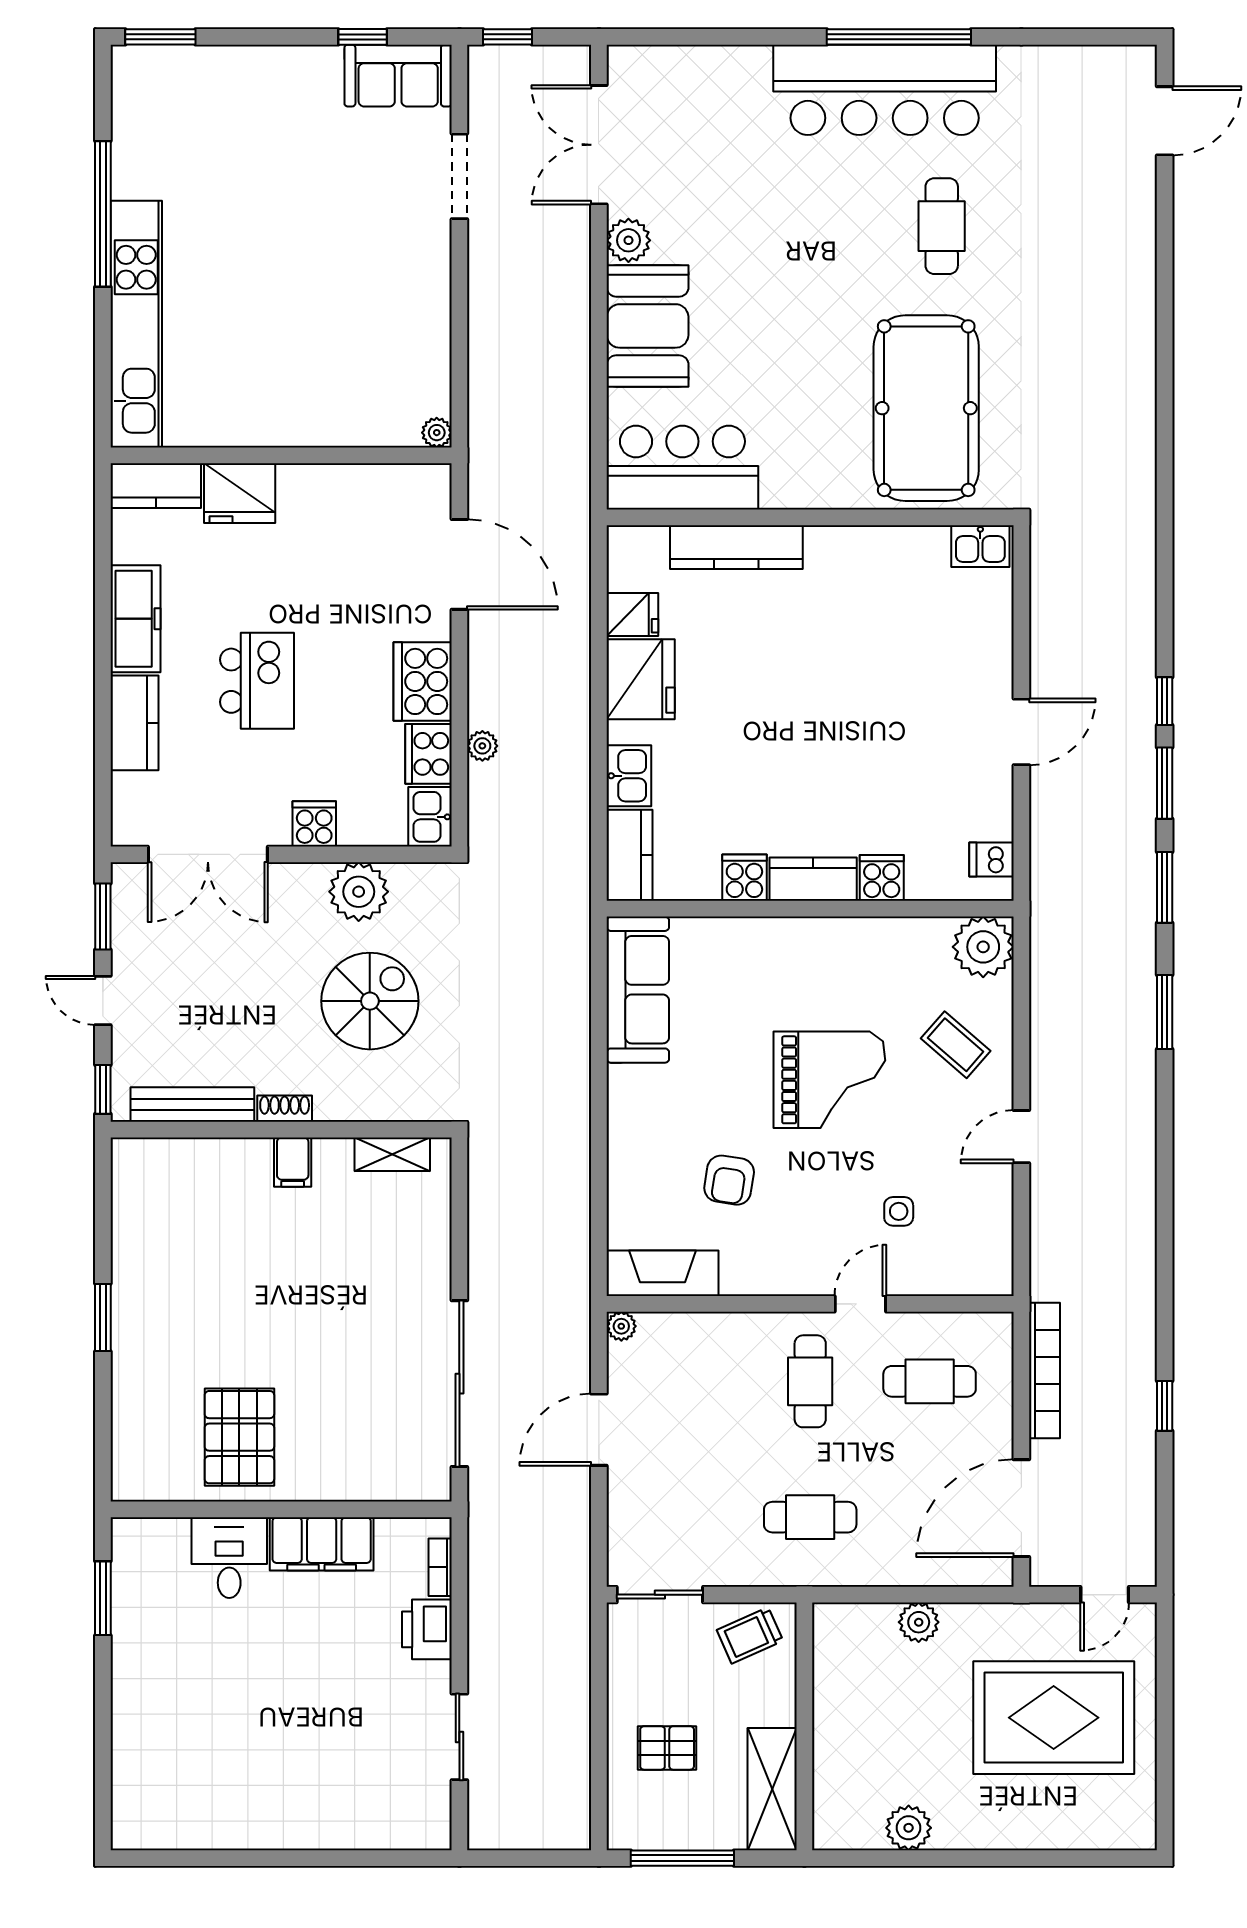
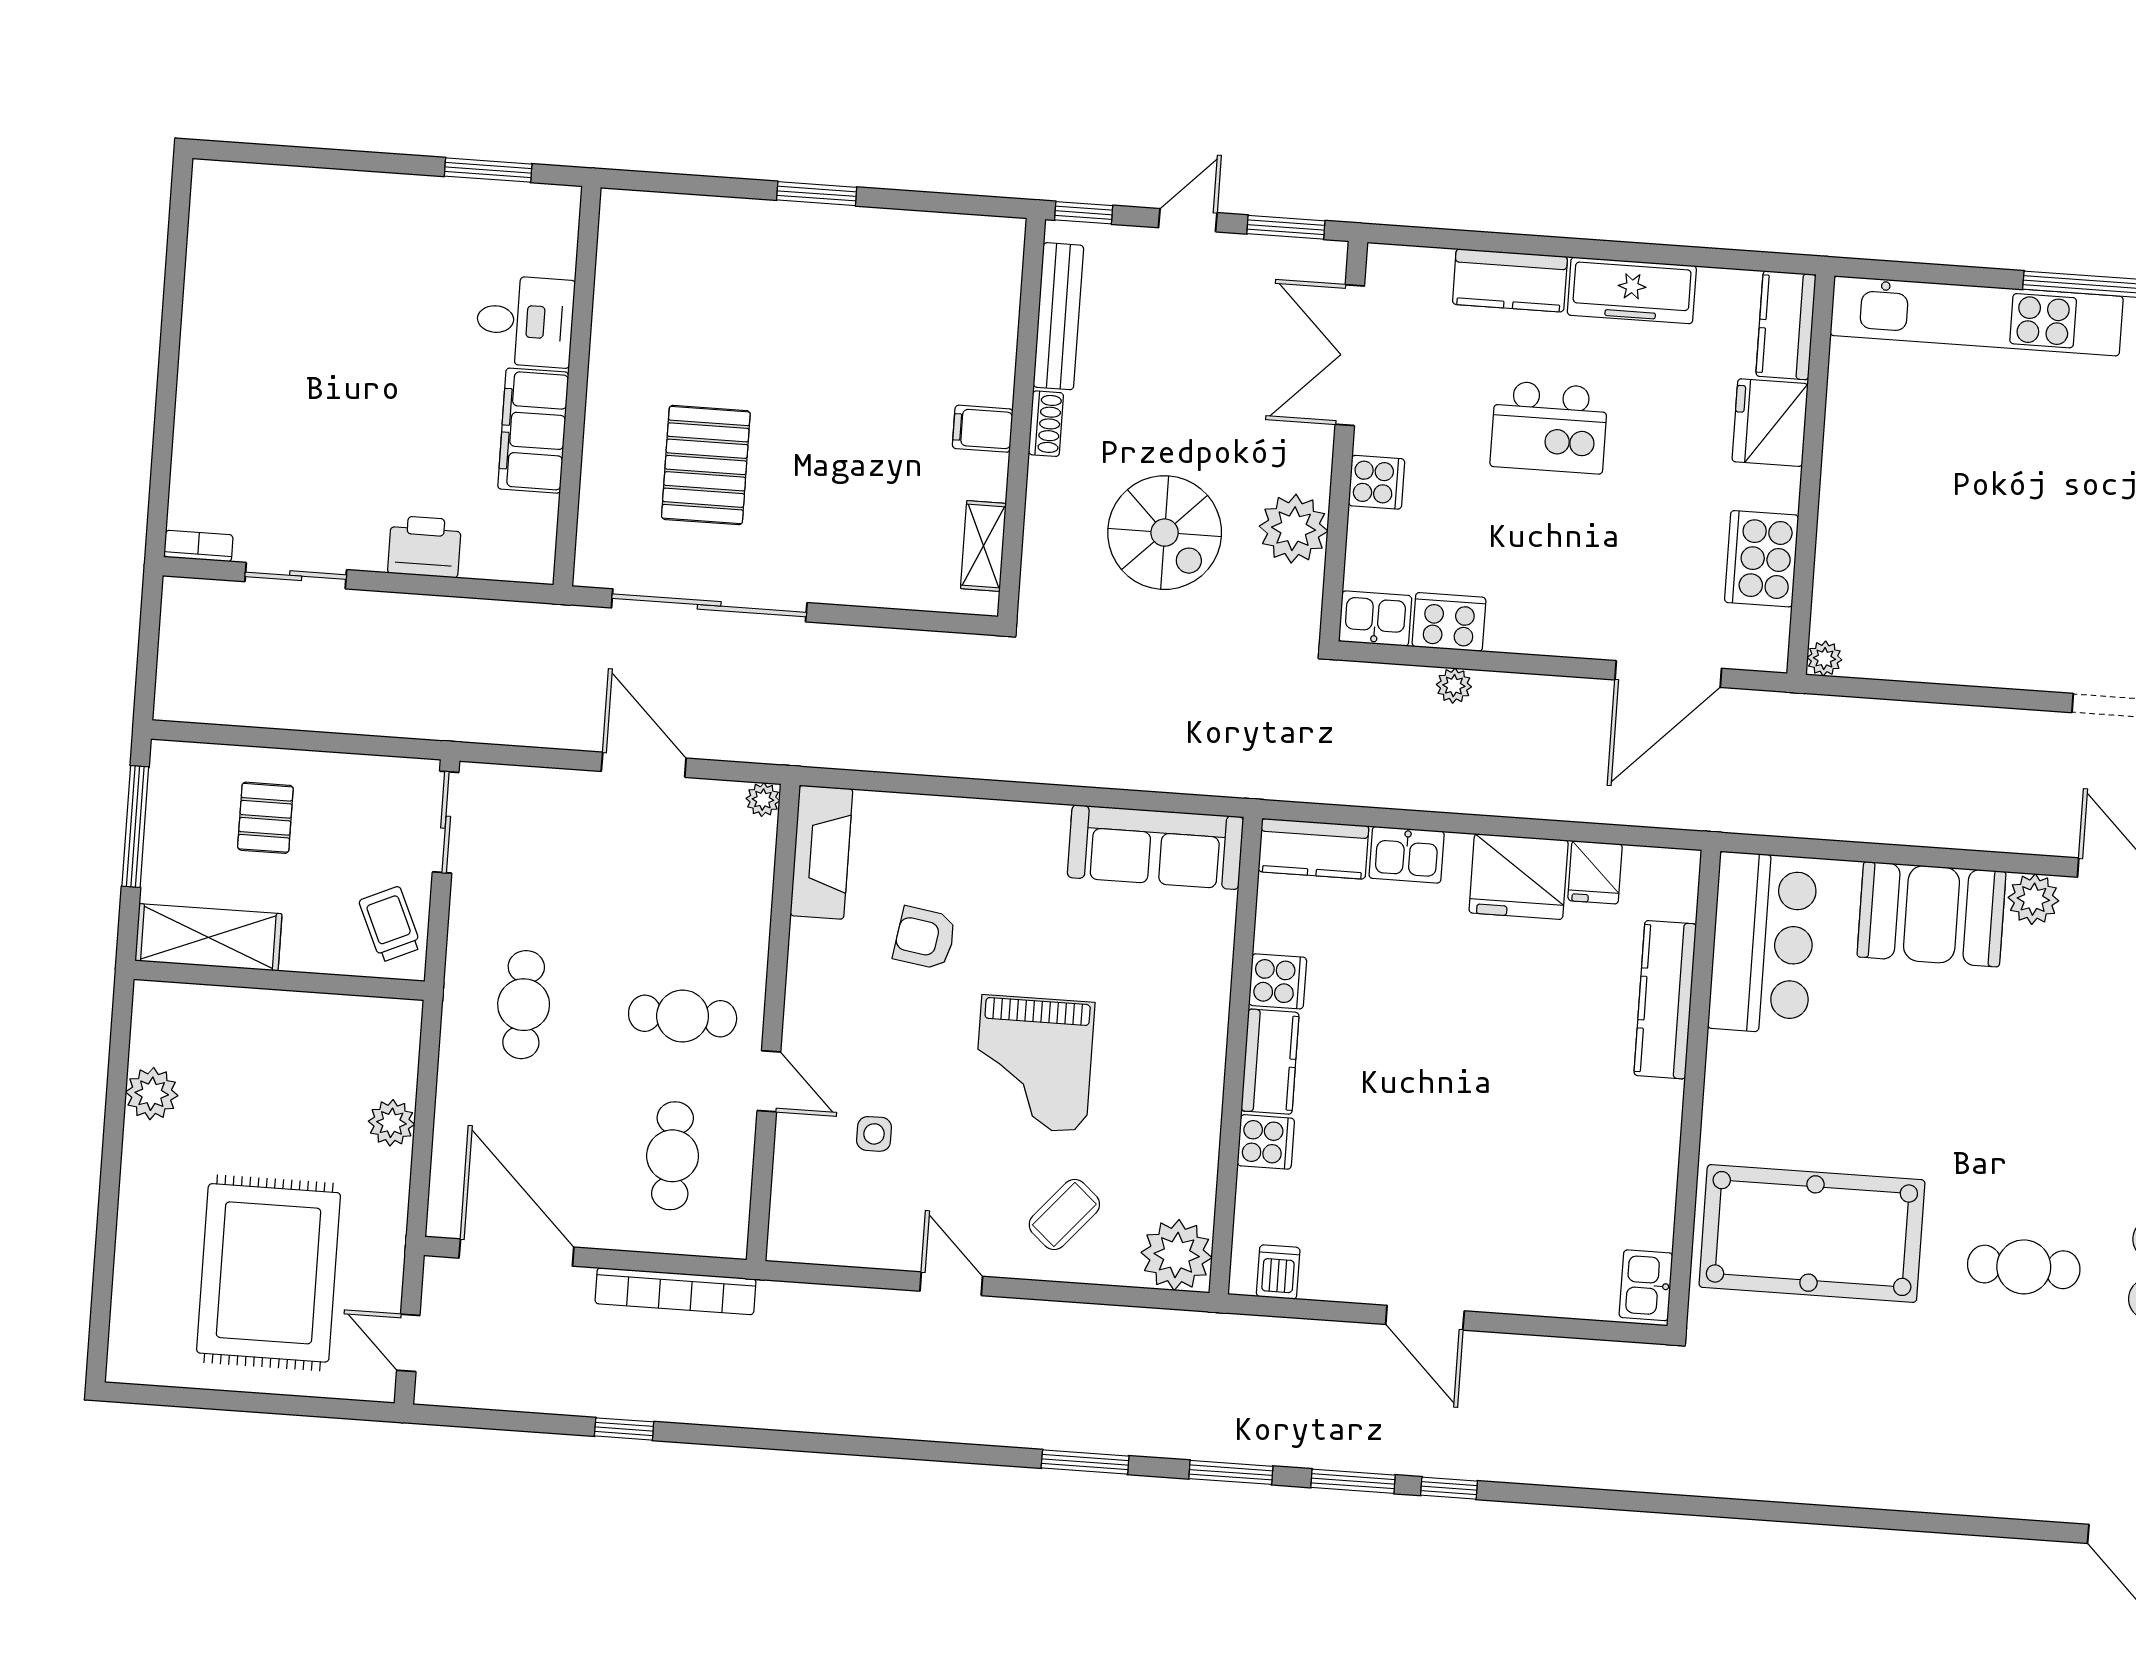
cooker: (423, 681) -> (1762, 559), moved, turned -90
pallet: (239, 1437) -> (706, 465), moved, turned 90
bookcase: (440, 1567) -> (198, 546), moved

